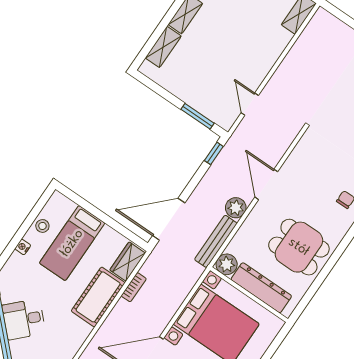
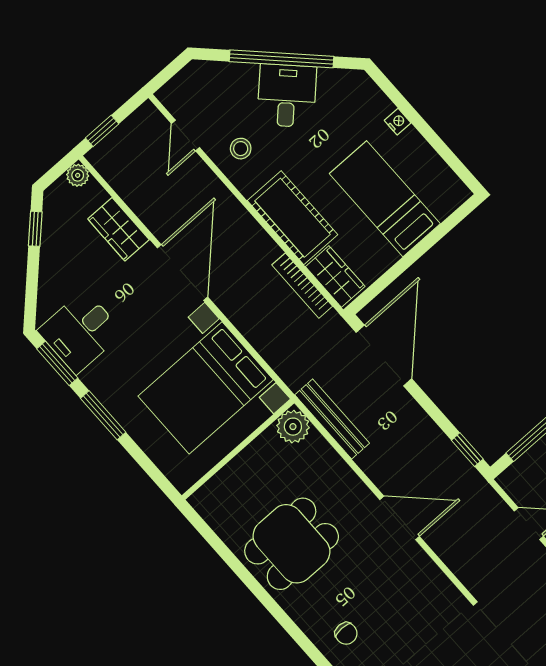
plant: (236, 208) -> (376, 462), removed
stool: (42, 226) -> (241, 149), moved
bookcase: (134, 287) -> (302, 286), width x1.56
dresser: (261, 288) -> (244, 471), removed

